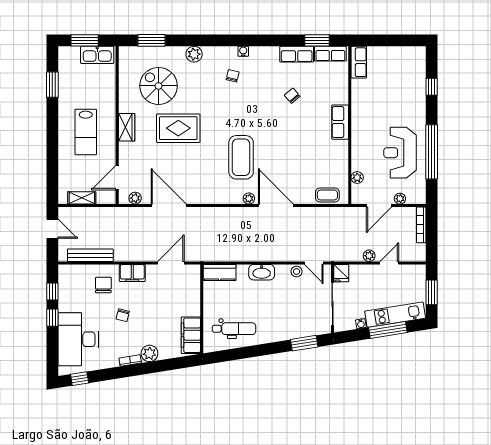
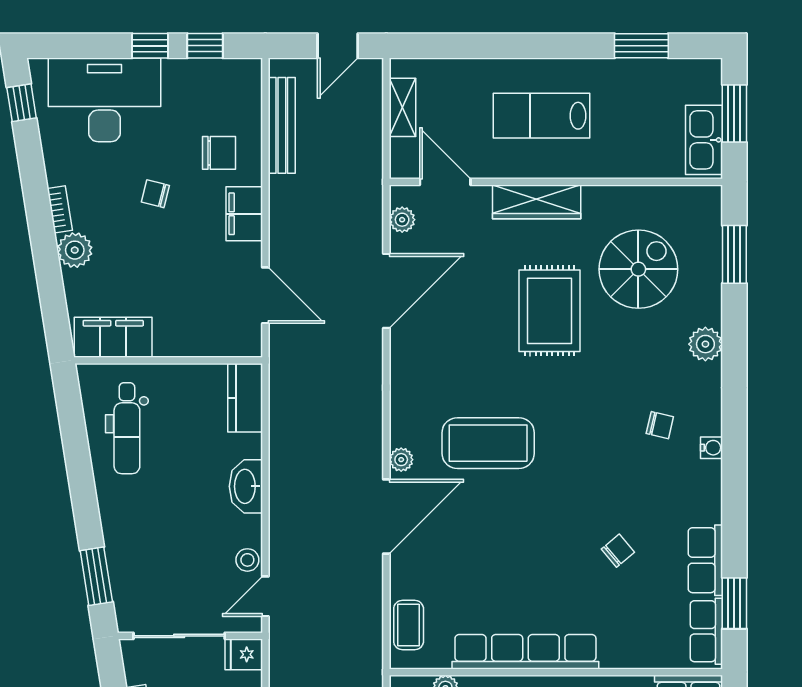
row of seats: (340, 122) -> (525, 652), width x2.02
wardrobe: (127, 127) -> (537, 202), width x1.50

